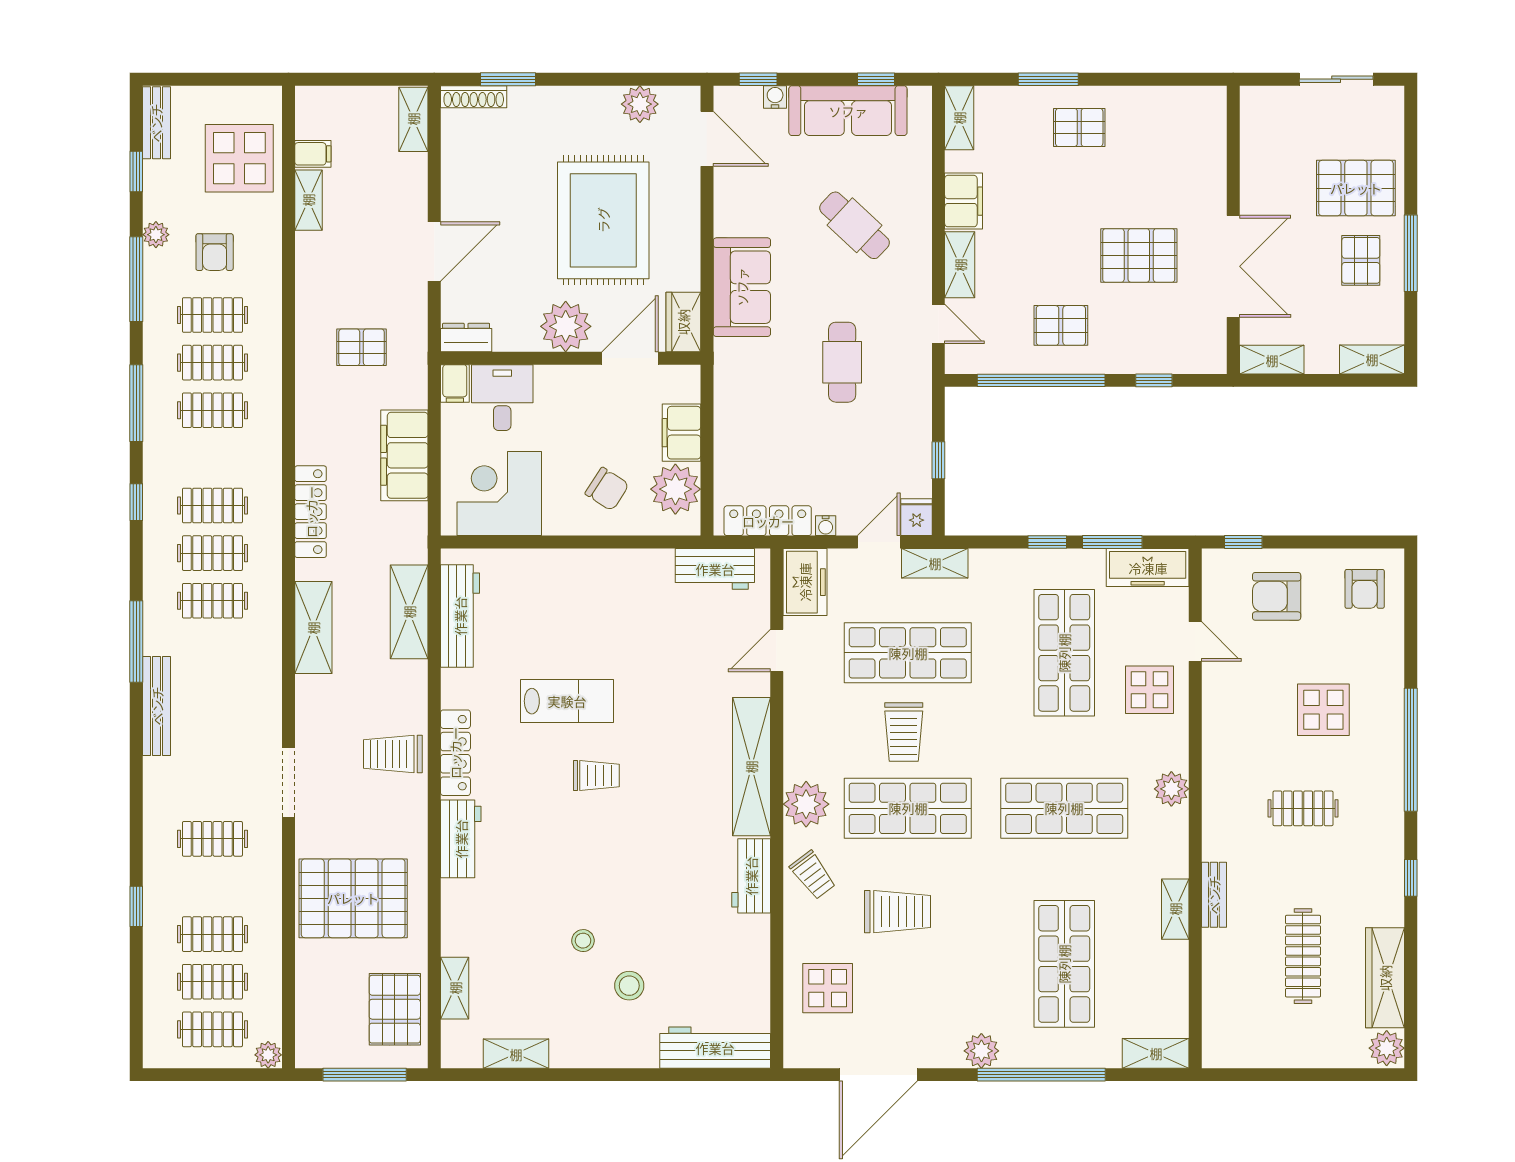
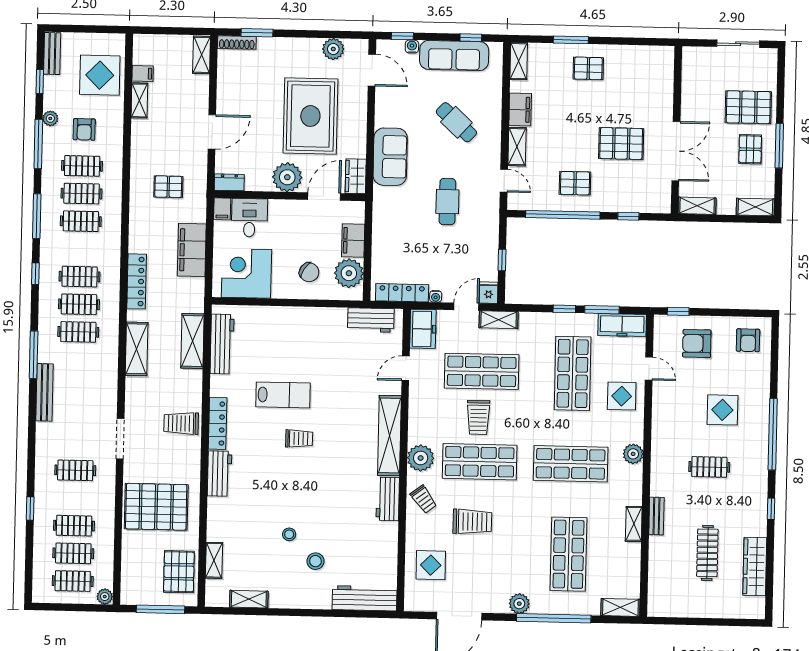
plant: (1387, 1048) -> (755, 607), removed

